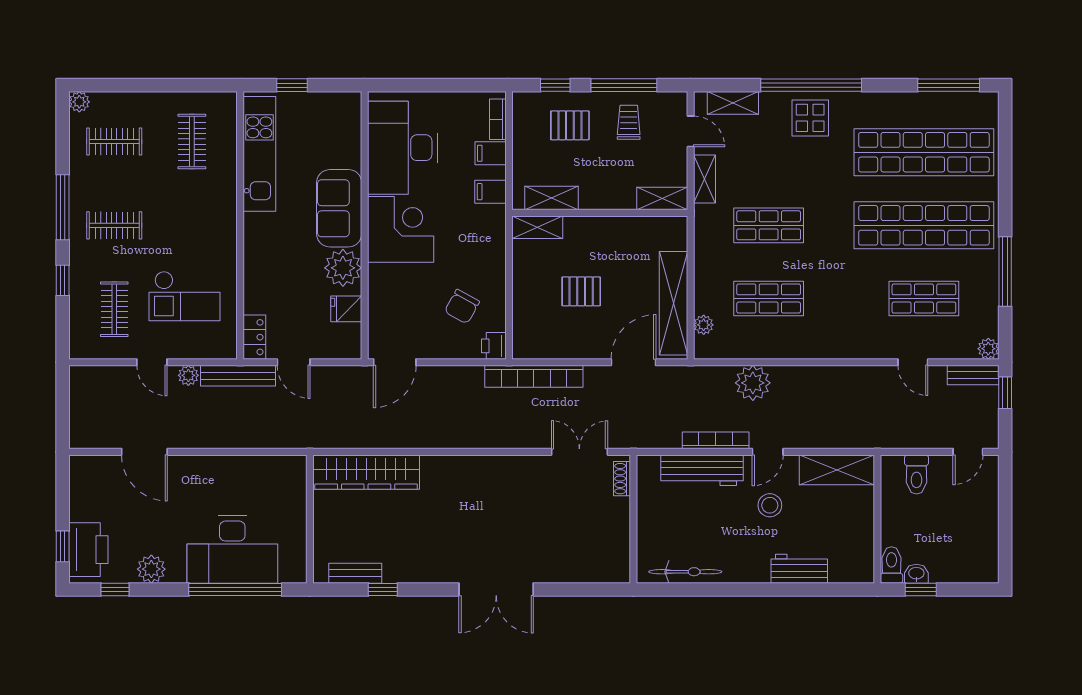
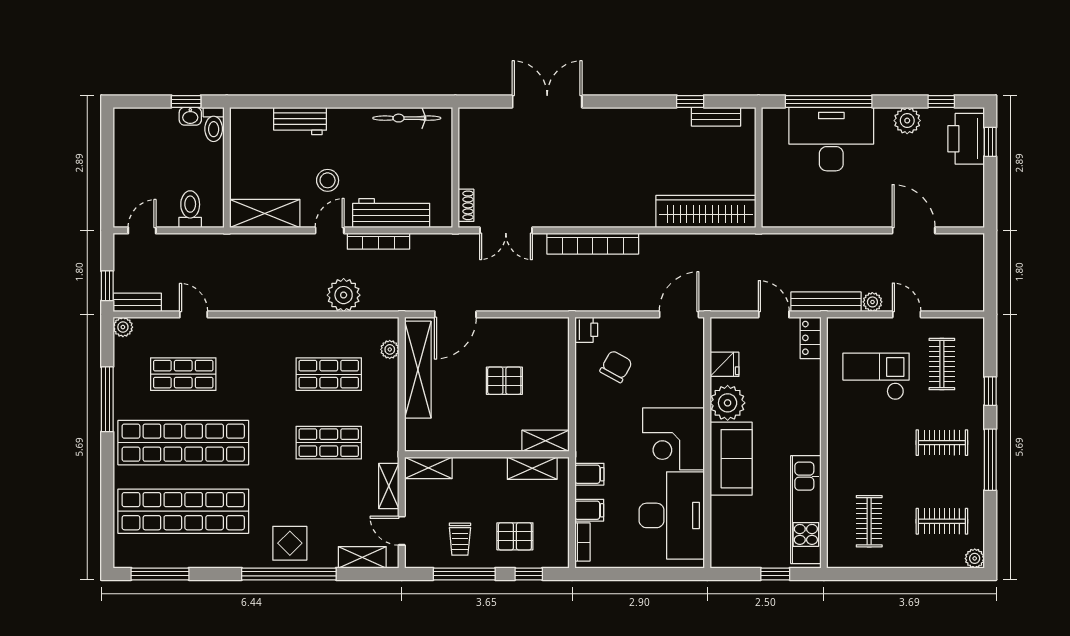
bookcase: (534, 376) -> (593, 244), moved, turned 180
double door: (496, 589) -> (547, 101), moved

